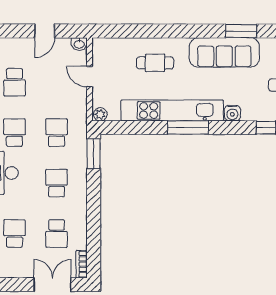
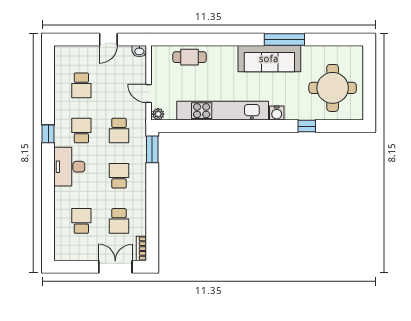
window: (241, 31) -> (284, 39), width x1.44
cafe table: (155, 63) -> (190, 57), moved
door: (90, 77) -> (149, 94), moved
window: (188, 128) -> (237, 126), removed
school desk: (57, 133) -> (119, 131), turned 180

